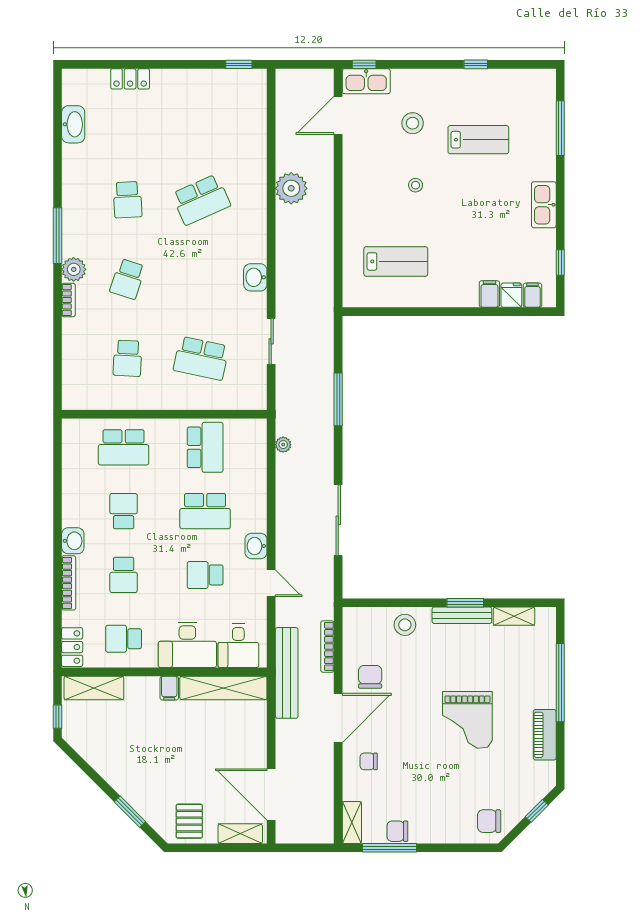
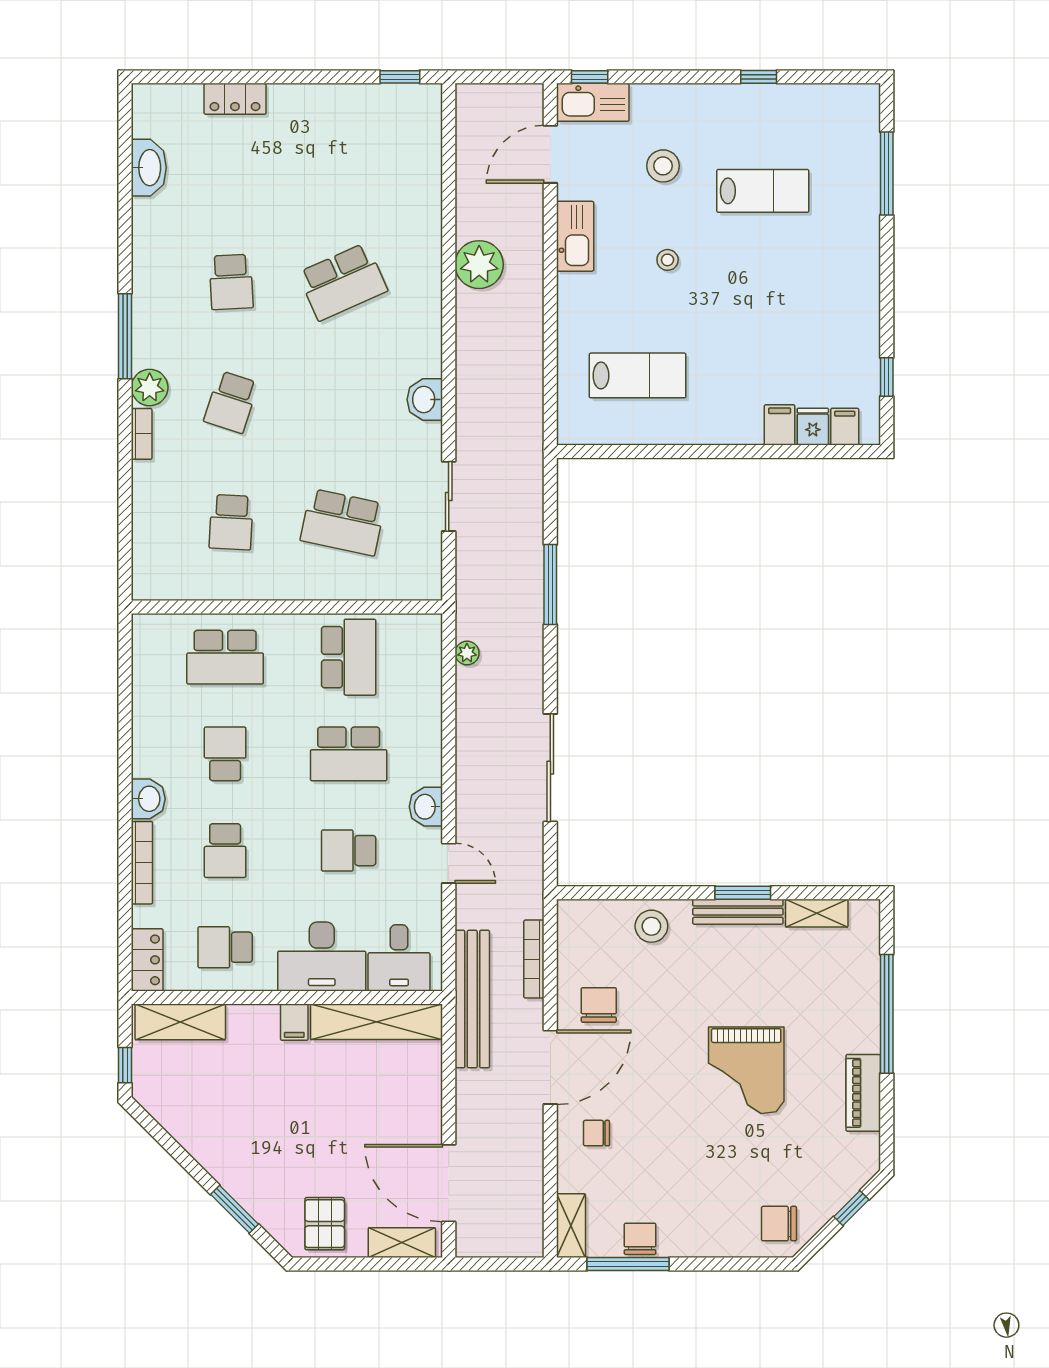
kitchen sink: (544, 205) -> (575, 236), moved, turned 180
chair: (397, 831) -> (640, 1239), turned 90

